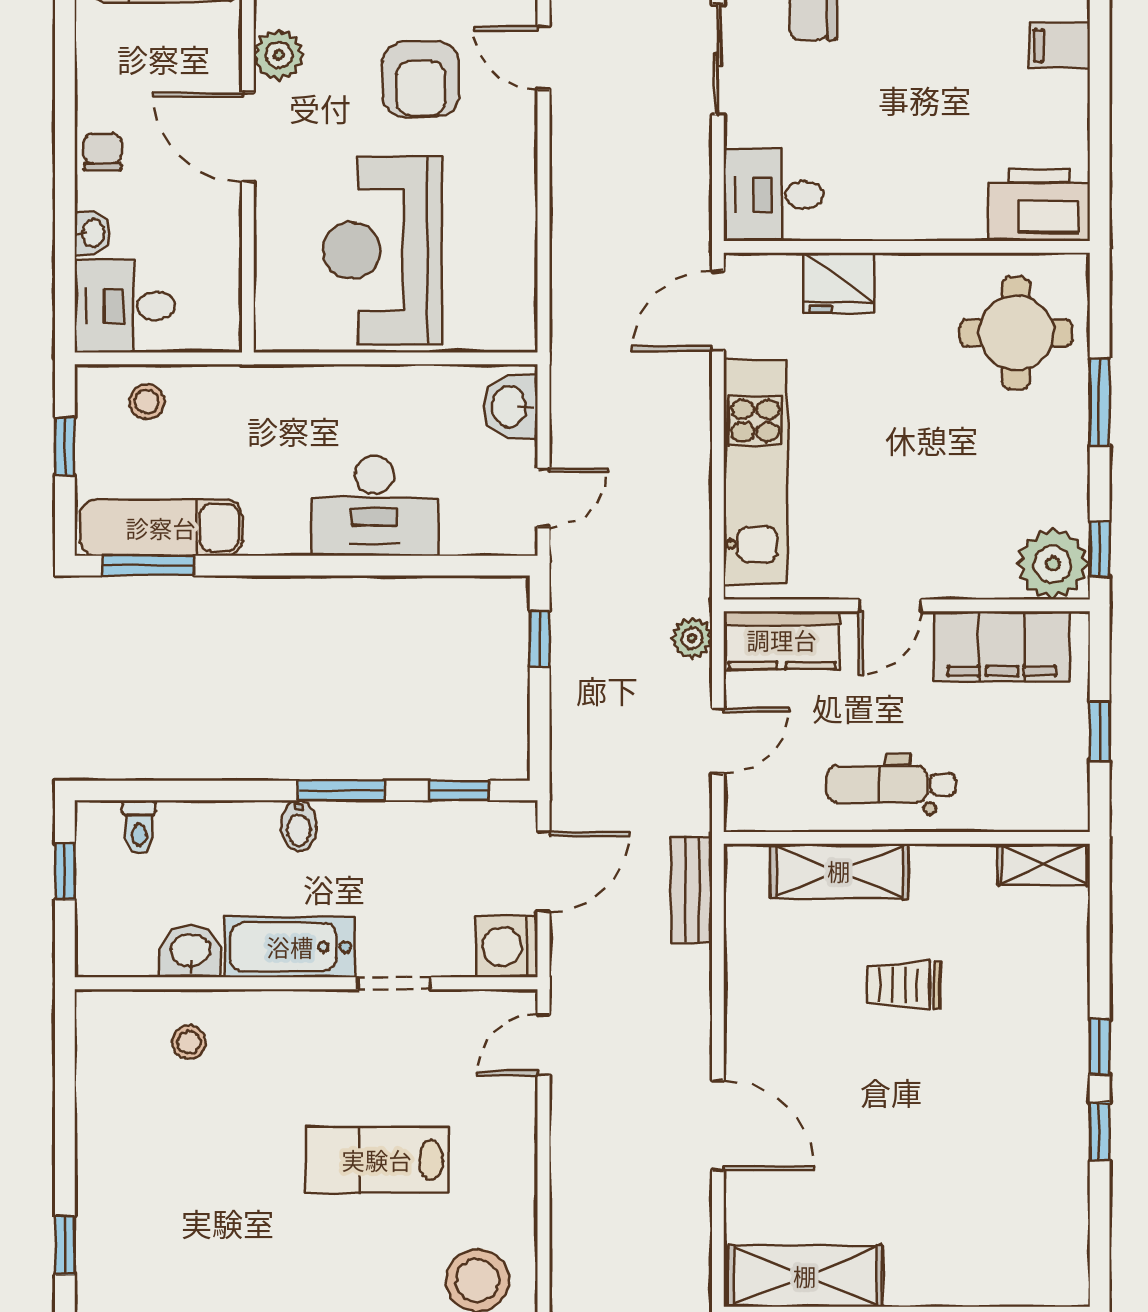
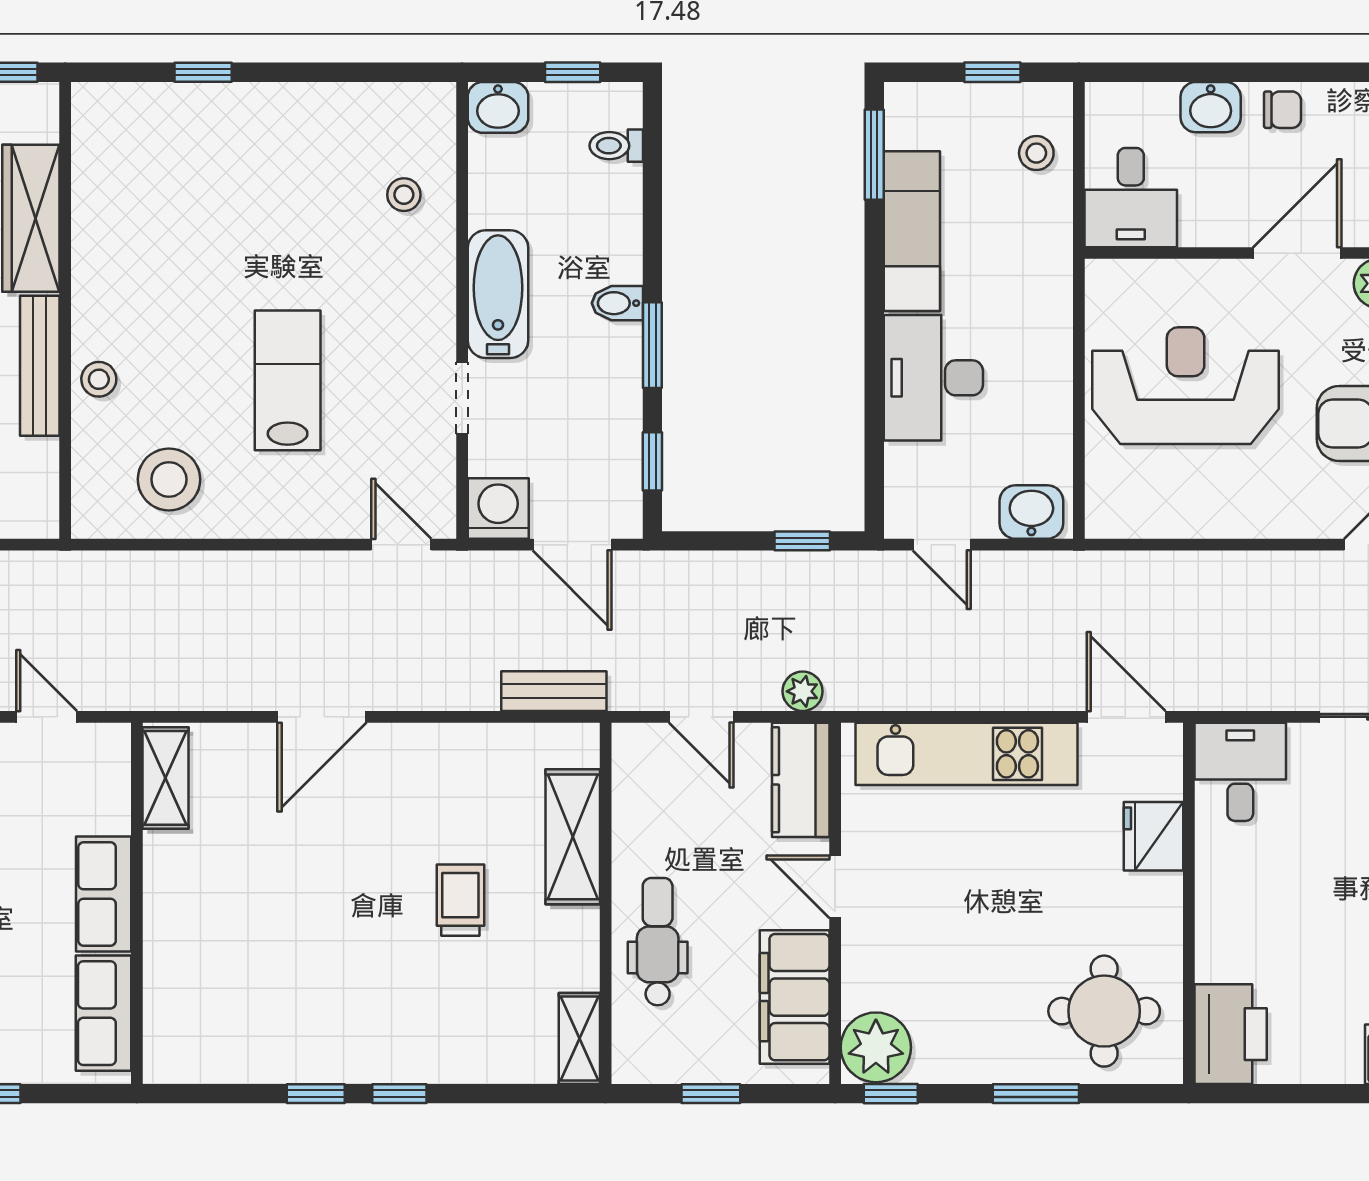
washbasin: (92, 233) -> (1211, 107), width x1.38, depth x1.45
desk: (125, 306) -> (1131, 198), moved, turned 180
exam couch: (161, 528) -> (912, 231), moved
dental chair: (891, 784) -> (658, 942), moved
washbasin: (190, 952) -> (498, 107), moved, turned 90
shelving: (805, 1276) -> (165, 778), width x0.67, depth x0.75

